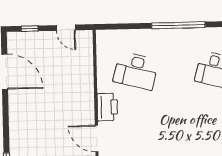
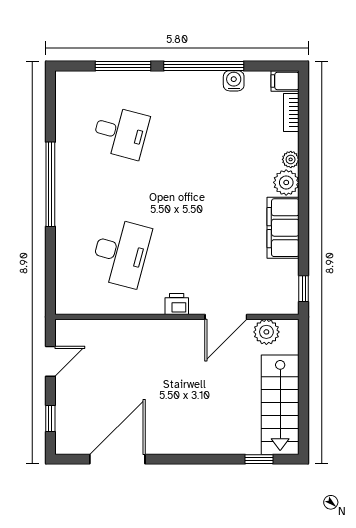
printer: (107, 107) -> (177, 304), width x0.53, depth x0.68

